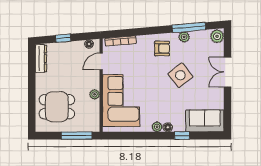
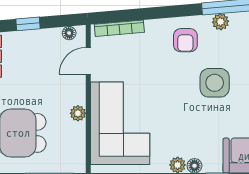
armchair: (162, 48) -> (185, 40), turned 90
side table: (180, 75) -> (215, 83), turned 38

